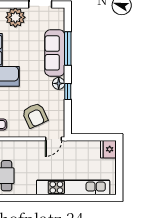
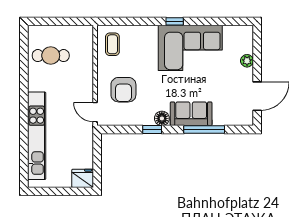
plant: (15, 17) -> (247, 61), width x0.53, depth x0.53
sofa: (55, 53) -> (191, 114), width x0.73
armchair: (35, 115) -> (123, 90), turned -65

